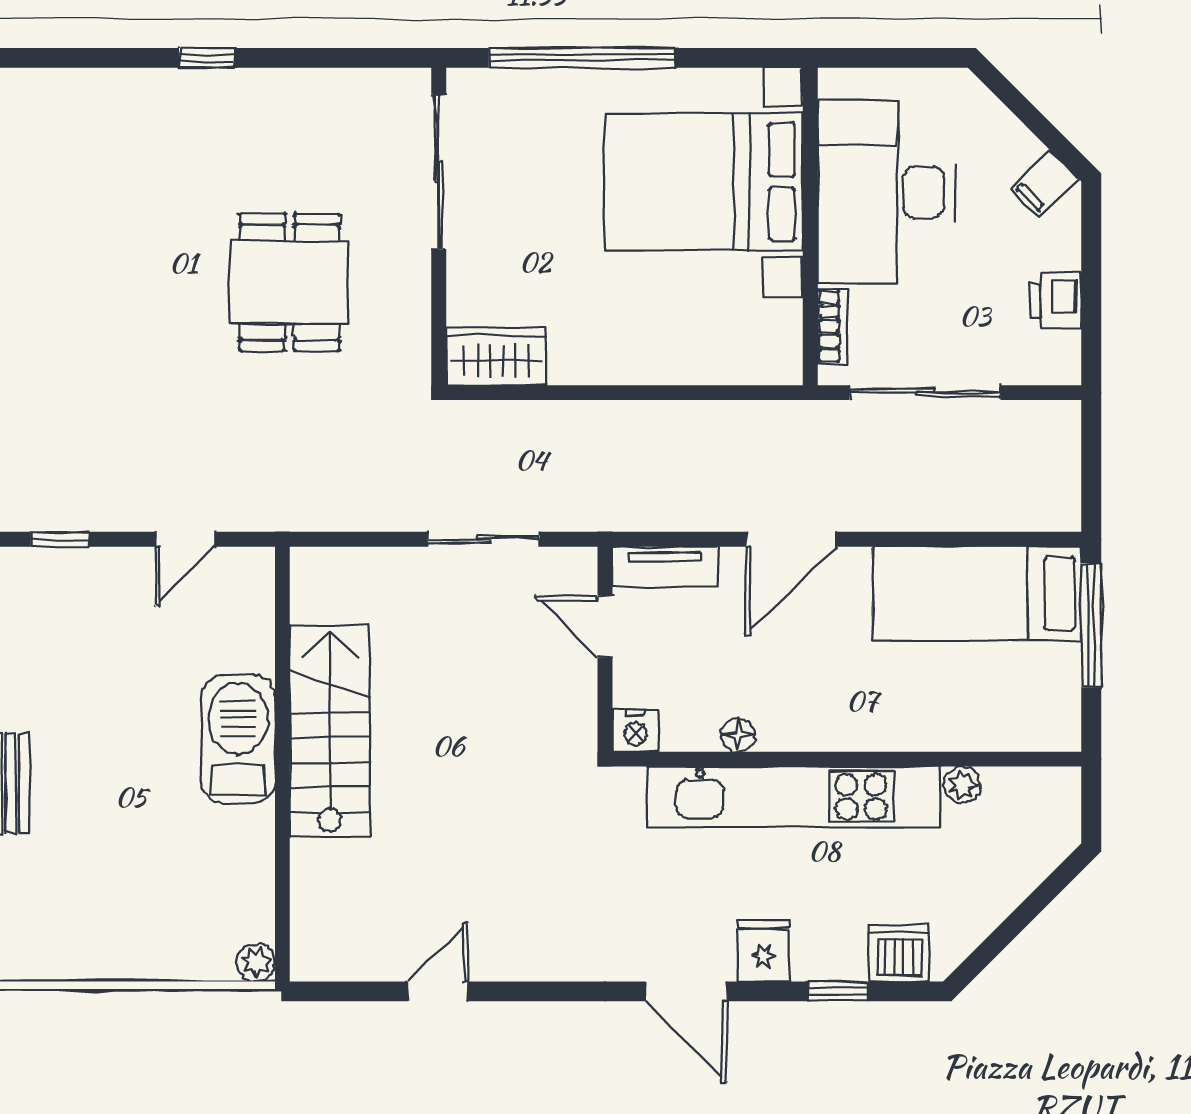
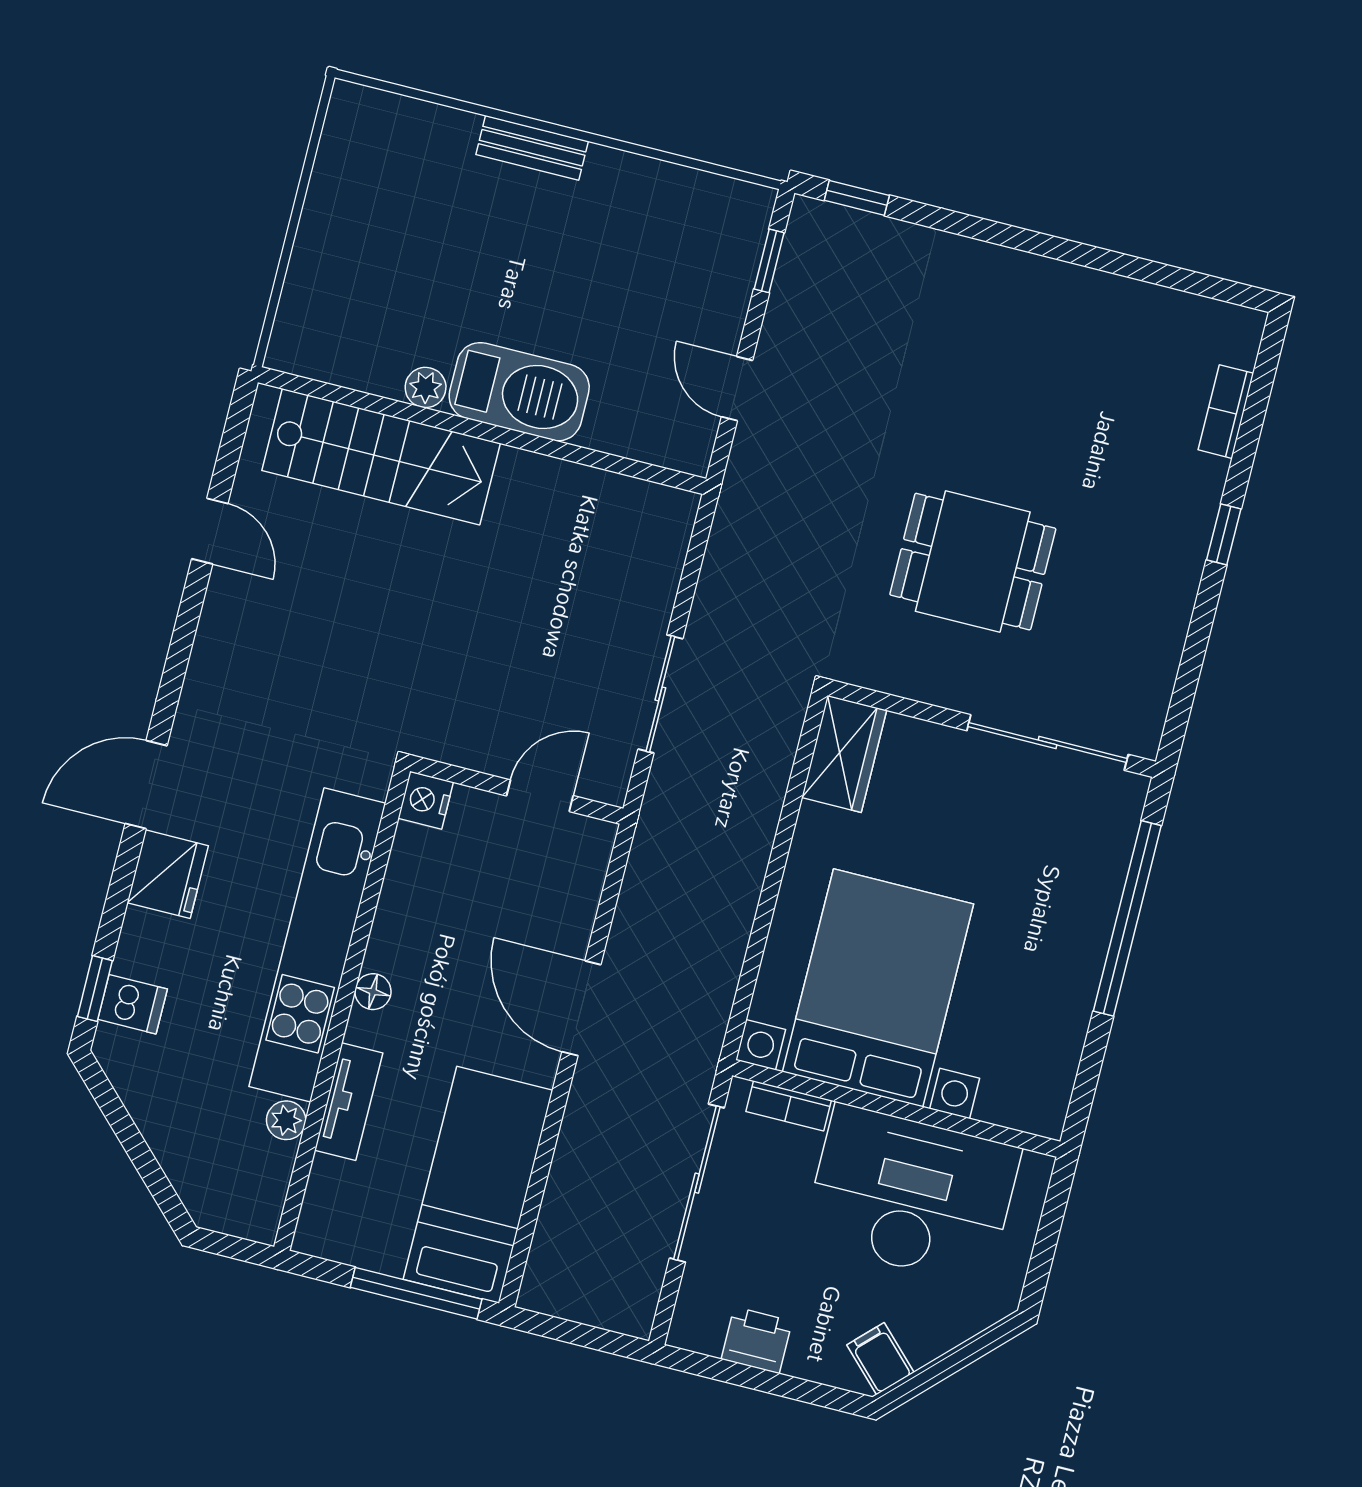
bookcase: (93, 84) -> (1226, 412), added
bed with nightstands: (704, 182) -> (878, 988), moved
tv unit: (665, 567) -> (349, 1102), moved, turned 180
stairs: (330, 731) -> (381, 457), moved
floor lamp: (738, 735) -> (373, 992), moved
fridge: (763, 951) -> (168, 874), width x1.38
dishwasher: (899, 953) -> (133, 1004), width x0.73
plant: (256, 962) -> (426, 387), moved
window: (838, 991) -> (95, 989), moved

